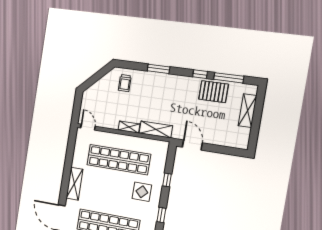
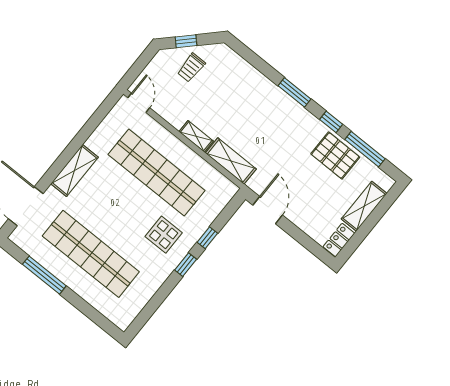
window: (159, 69) -> (295, 92), moved
window: (94, 79) -> (186, 41), added
trolley: (125, 83) -> (191, 68), moved
locker: (244, 139) -> (339, 240), added
window: (161, 215) -> (186, 265), moved

